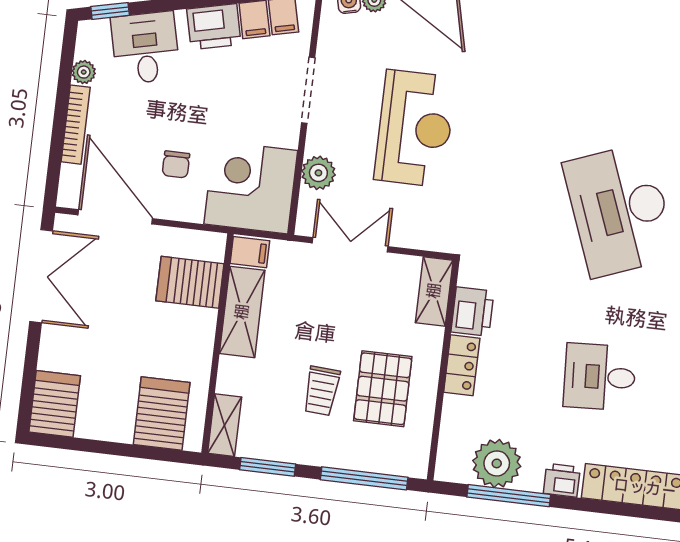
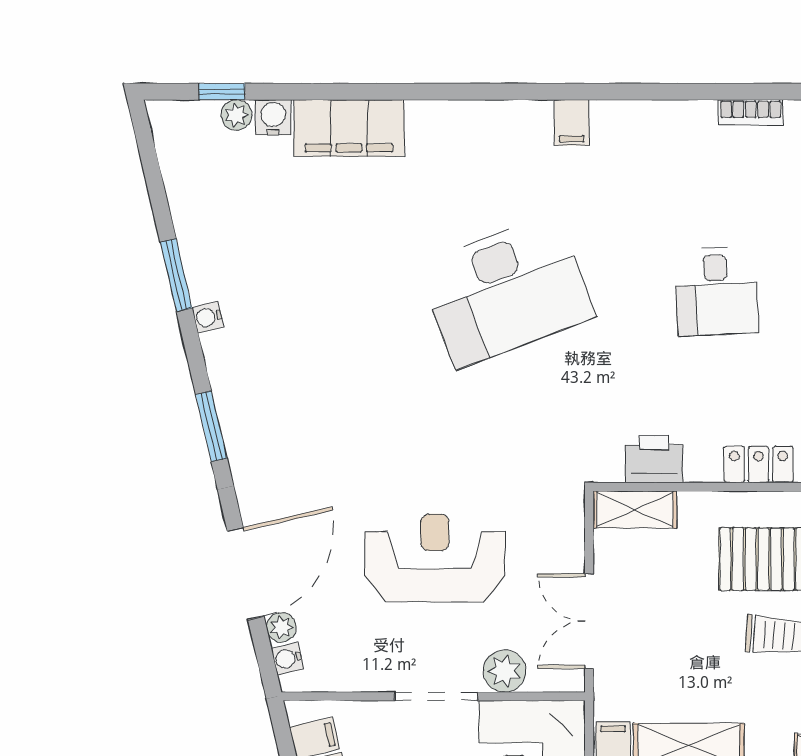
doorway: (308, 90) -> (436, 696), moved
locker: (462, 365) -> (758, 464), moved

